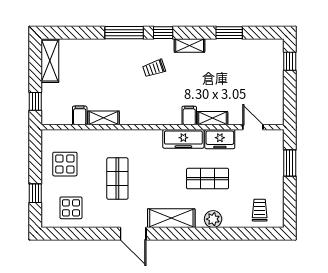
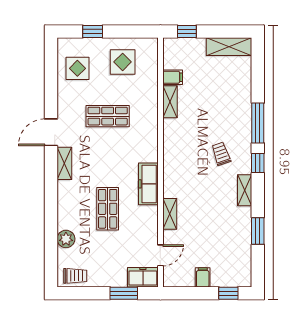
filing cabinet: (189, 116) -> (203, 277), moved, turned -90
freezer: (220, 139) -> (143, 277), moved, turned 90
trolley: (260, 210) -> (75, 276), moved
shelving: (171, 218) -> (64, 163), width x0.67, depth x0.75
plant: (213, 219) -> (66, 239), moved

